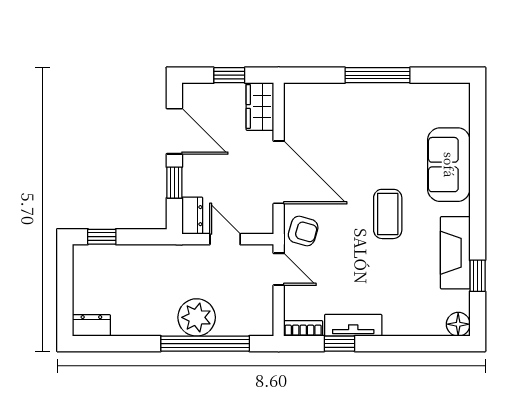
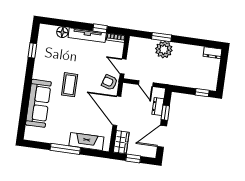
door: (174, 131) -> (162, 136), hinge flipped
sofa: (449, 165) -> (38, 103), width x1.36
dresser: (192, 216) -> (158, 107), moved
fireplace: (455, 253) -> (86, 141), moved, turned -90
floor lamp: (458, 324) -> (62, 32), moved
tv unit: (353, 325) -> (87, 35), width x1.41
window: (205, 344) -> (162, 37), width x0.47

